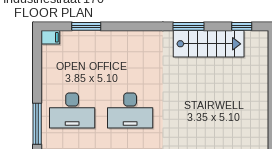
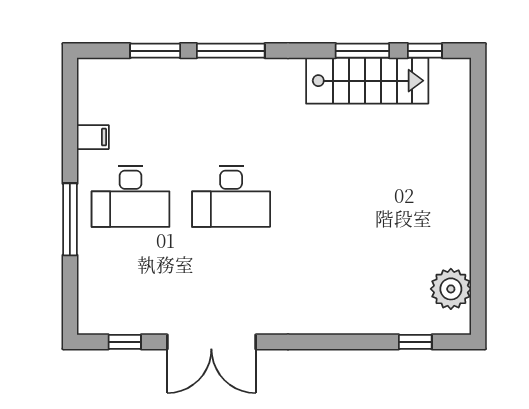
window: (130, 26) -> (231, 51), added
window: (188, 26) -> (362, 51), moved
filing cabinet: (50, 37) -> (93, 137), moved

